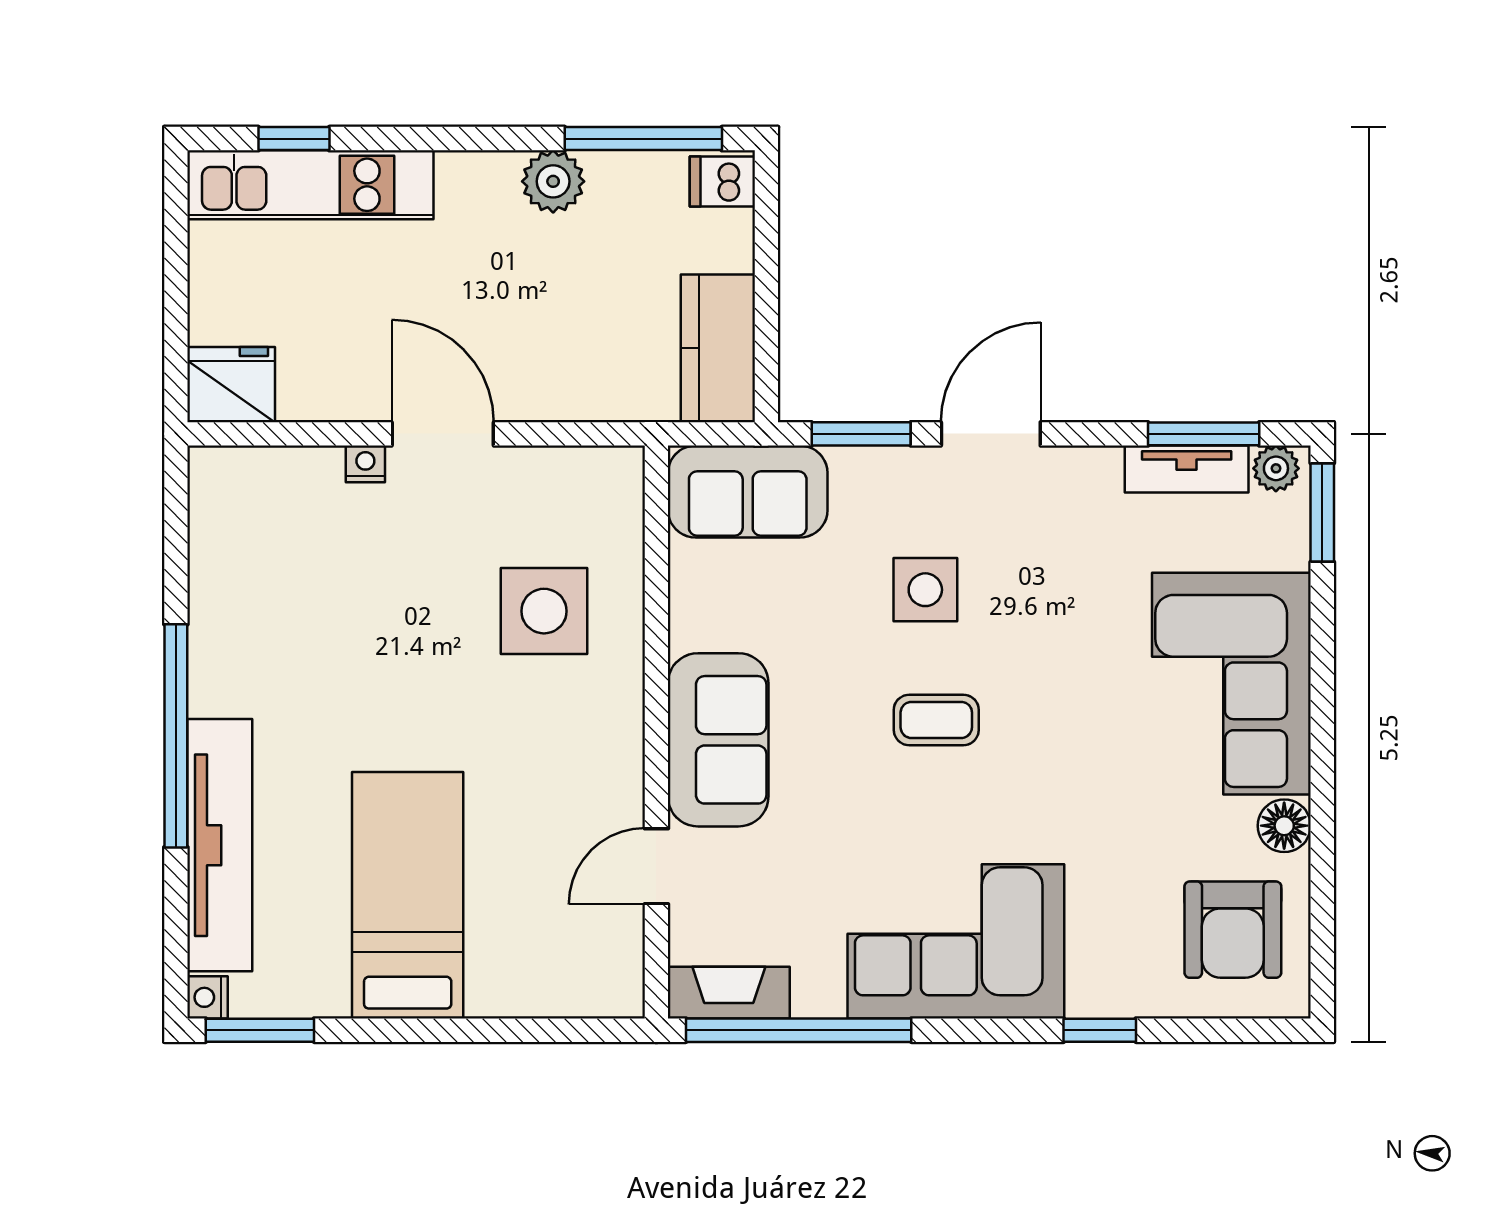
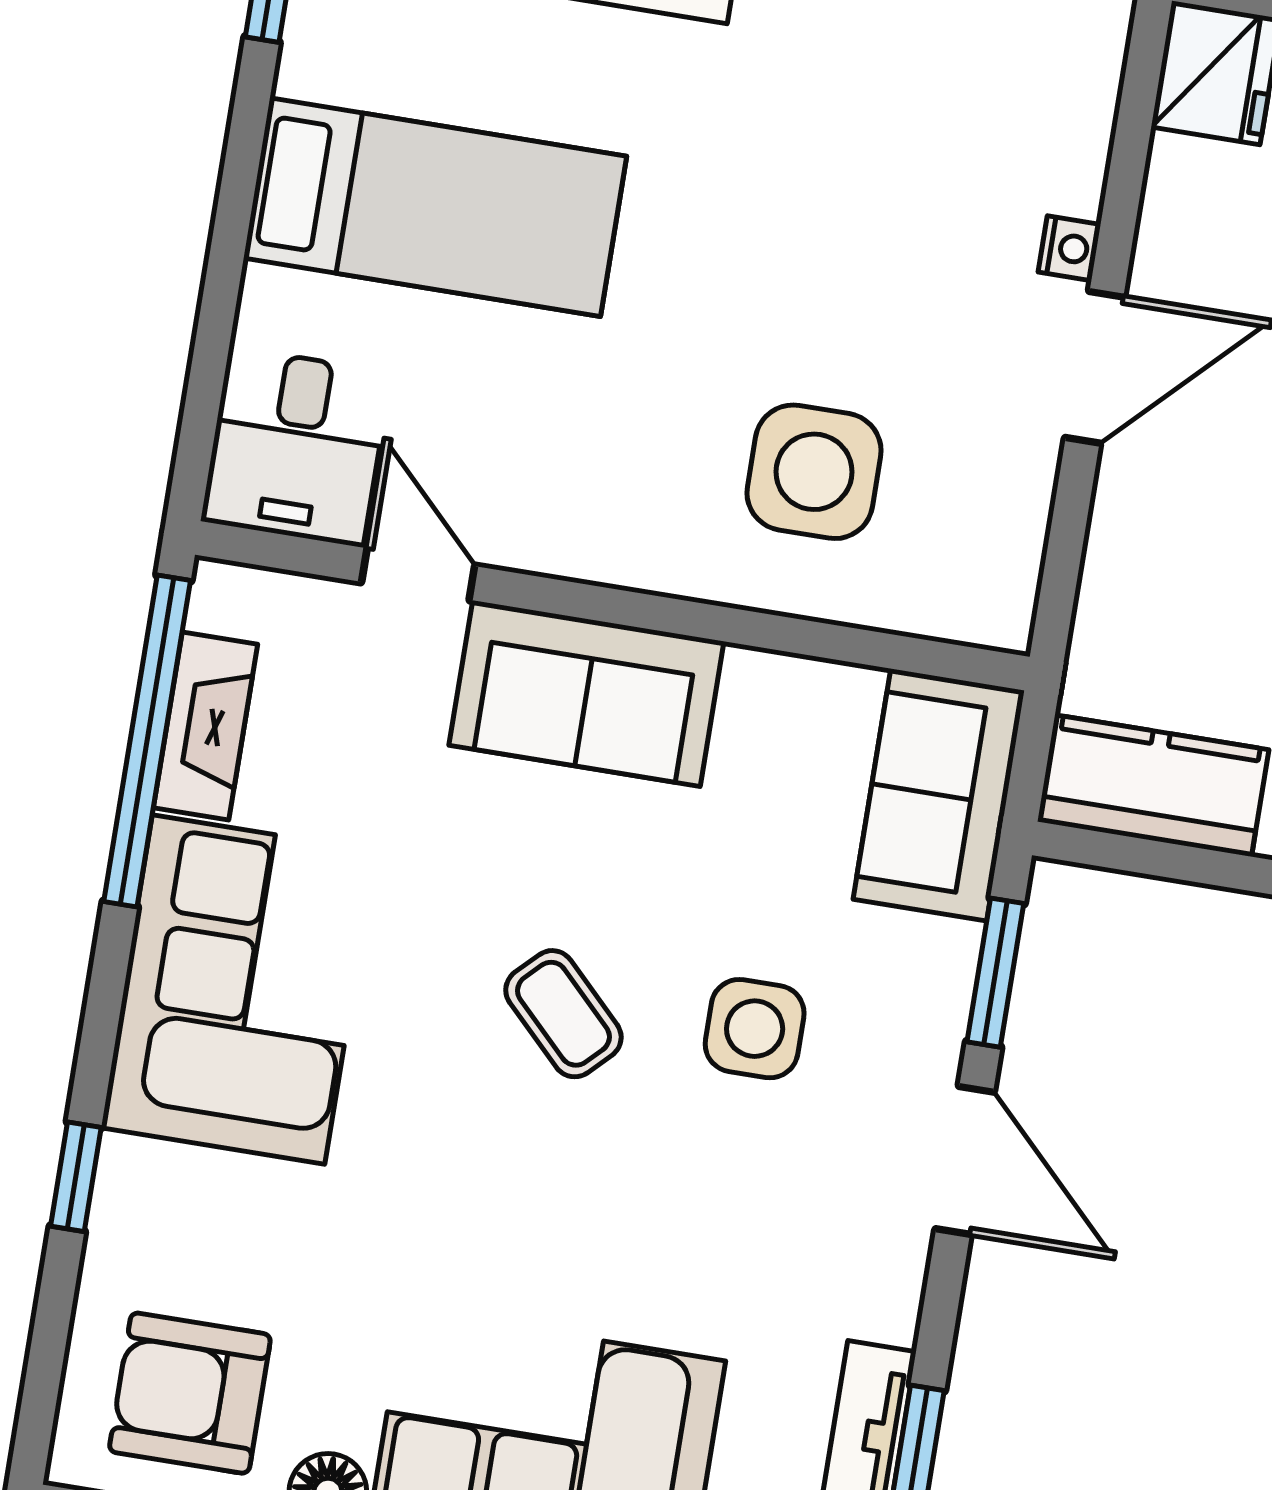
coffee table: (936, 720) -> (563, 1014), turned -45
desk: (584, 962) -> (296, 447), added
fireplace: (729, 993) -> (205, 726), moved

